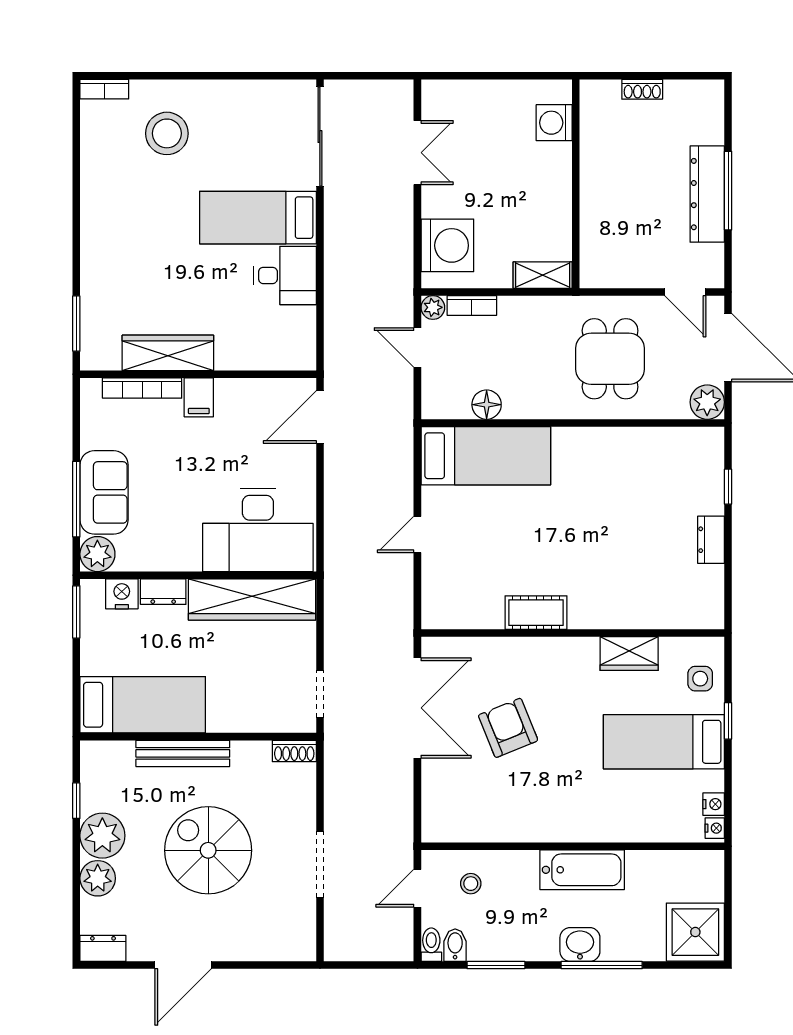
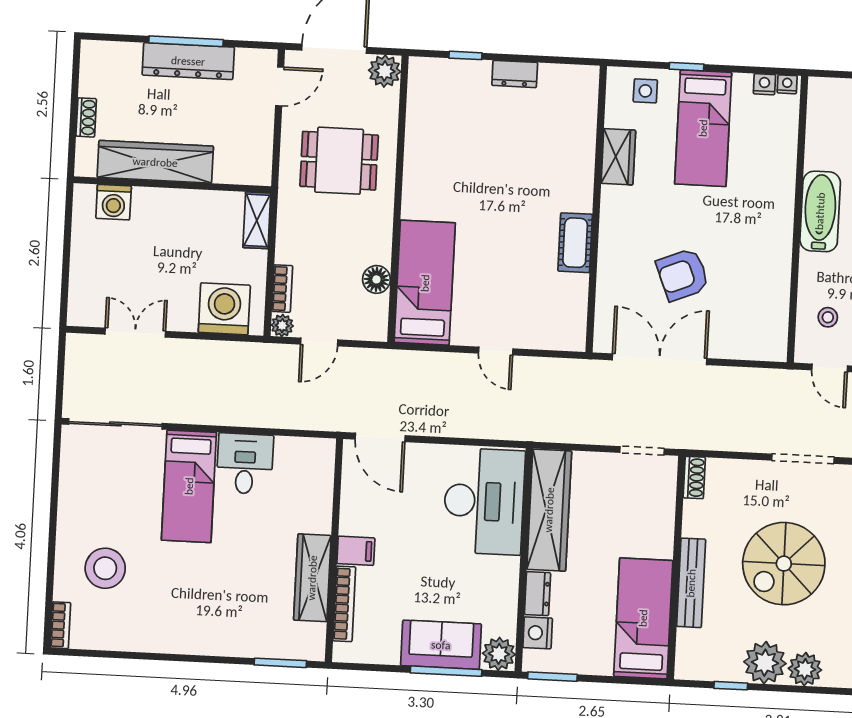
wardrobe: (599, 165) -> (155, 162), added

